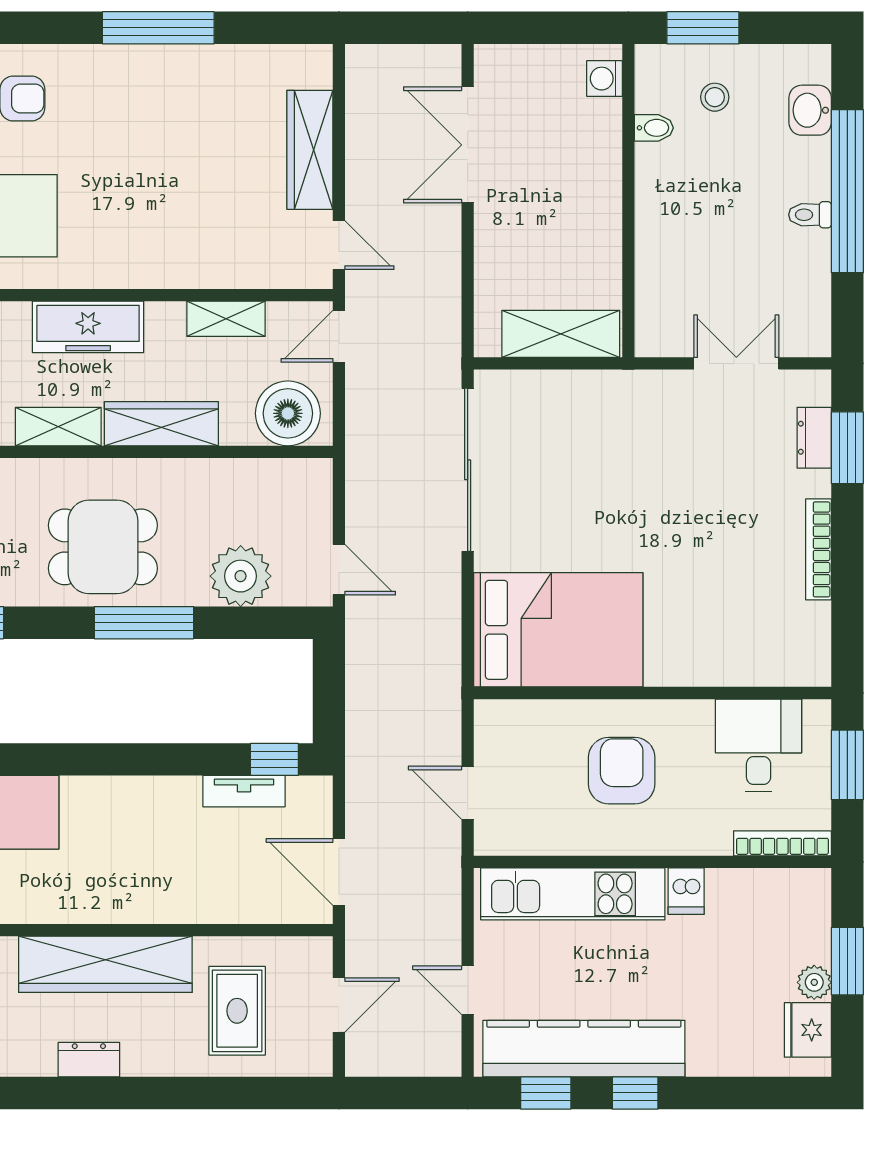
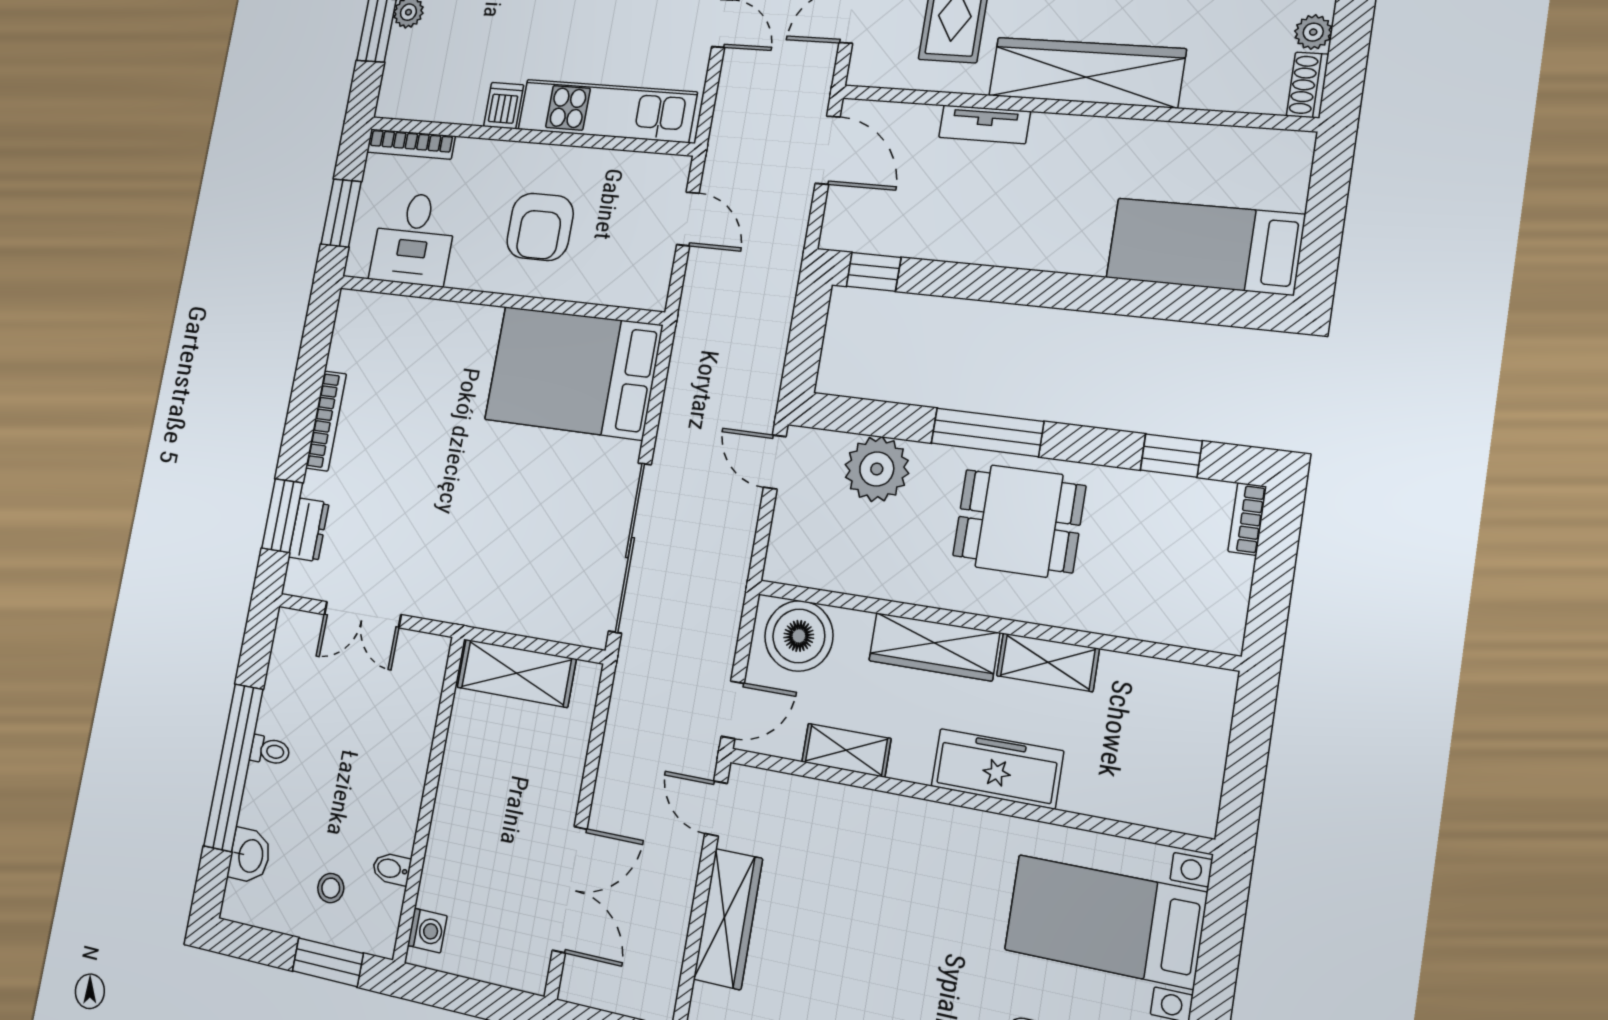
tv unit: (244, 791) -> (984, 124), moved, turned 180

